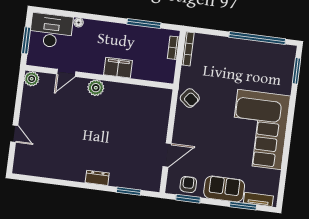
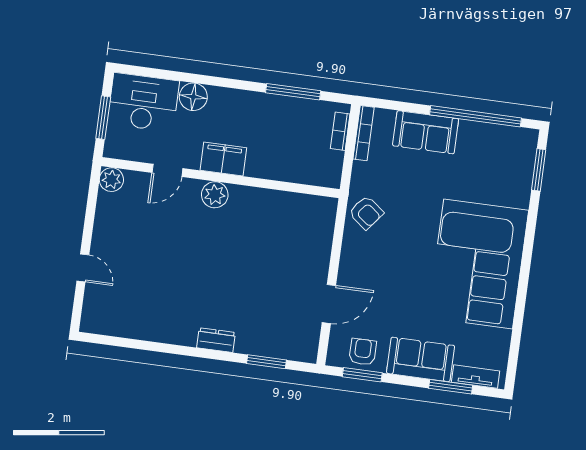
floor lamp: (79, 23) -> (193, 97), width x1.89, depth x1.89
sofa: (226, 48) -> (426, 132), added
filing cabinet: (118, 68) -> (223, 159), moved

